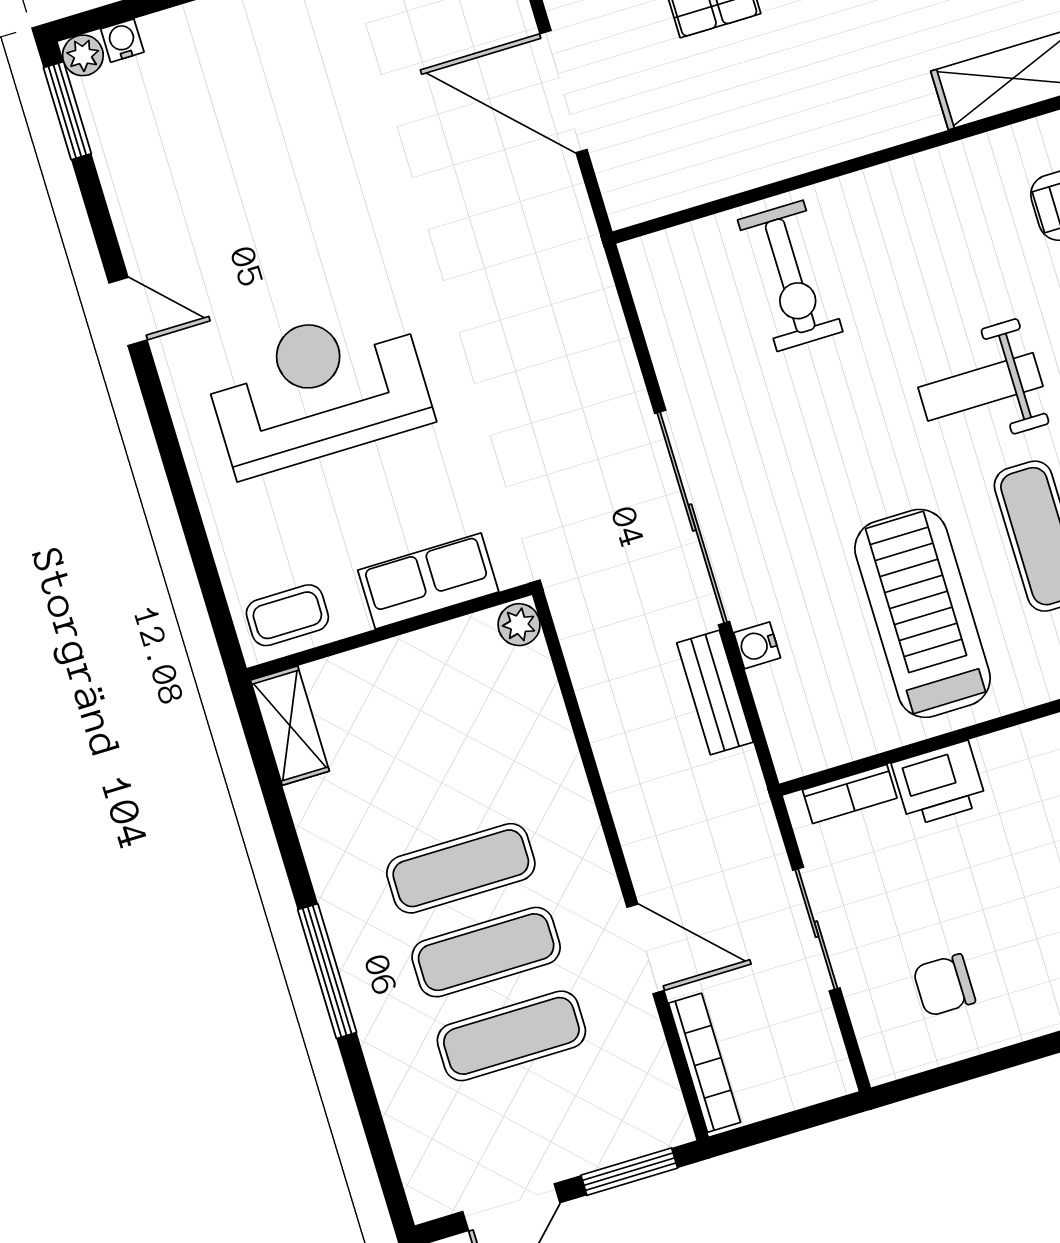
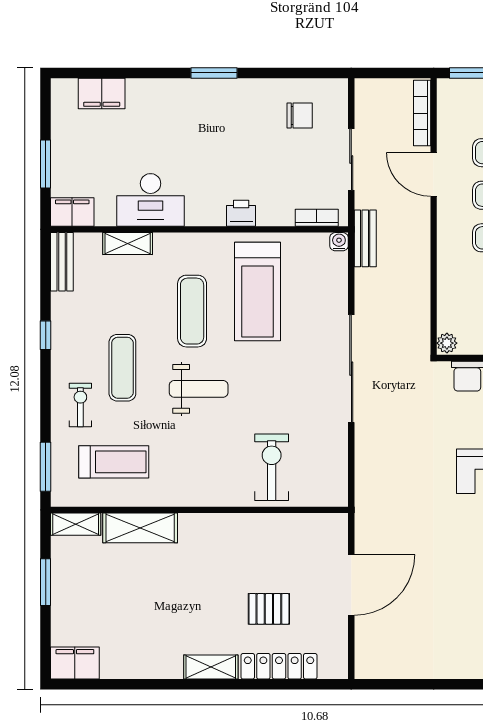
door: (563, 92) -> (351, 585), hinge flipped
water cooler: (757, 645) -> (339, 242), moved, turned -90
bench: (715, 692) -> (365, 238), moved
printer: (939, 783) -> (241, 213), moved, width x0.73, depth x0.81

